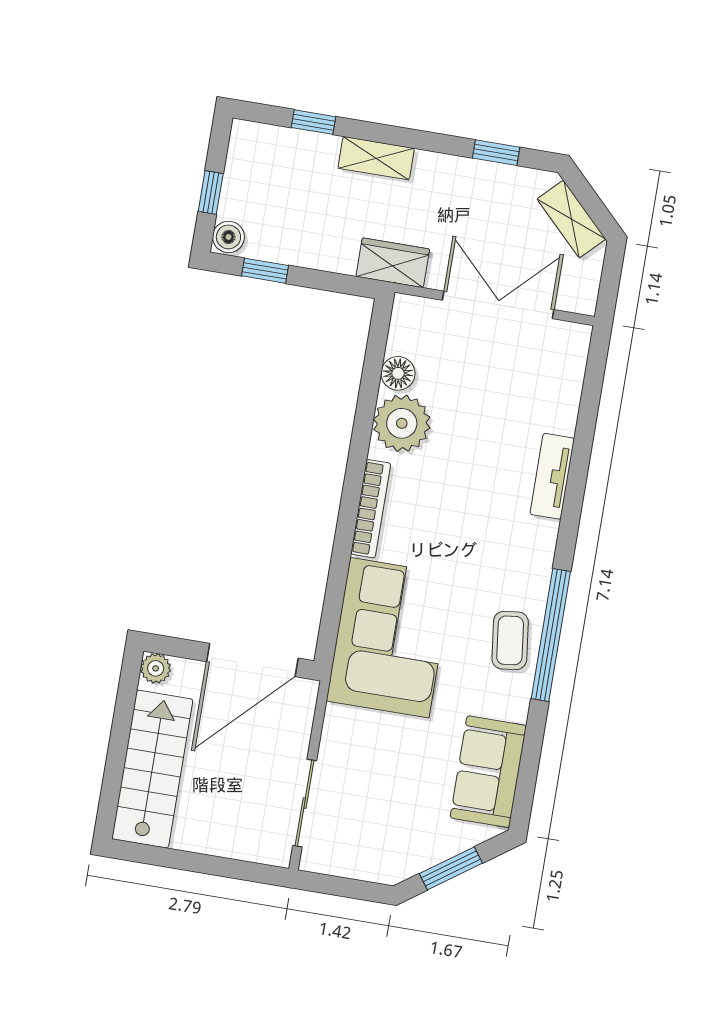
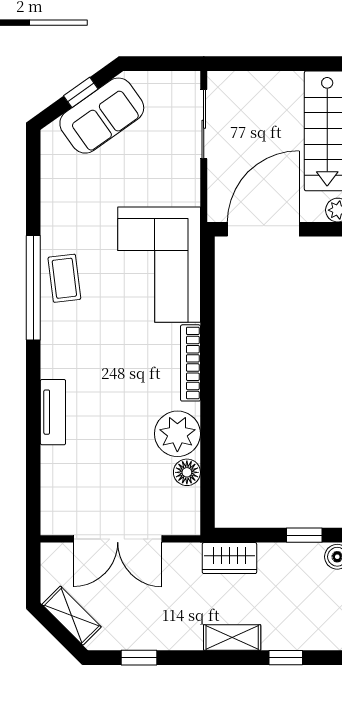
wardrobe: (393, 263) -> (229, 558), moved
sofa: (488, 772) -> (102, 116), moved, turned 55
window: (451, 868) -> (81, 92), width x0.67

